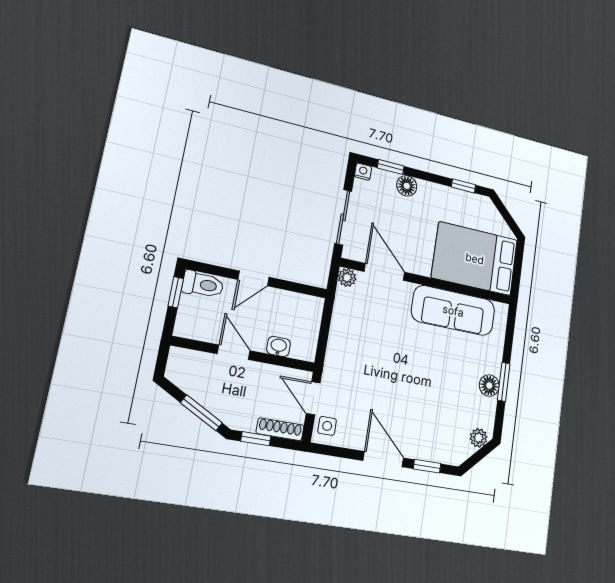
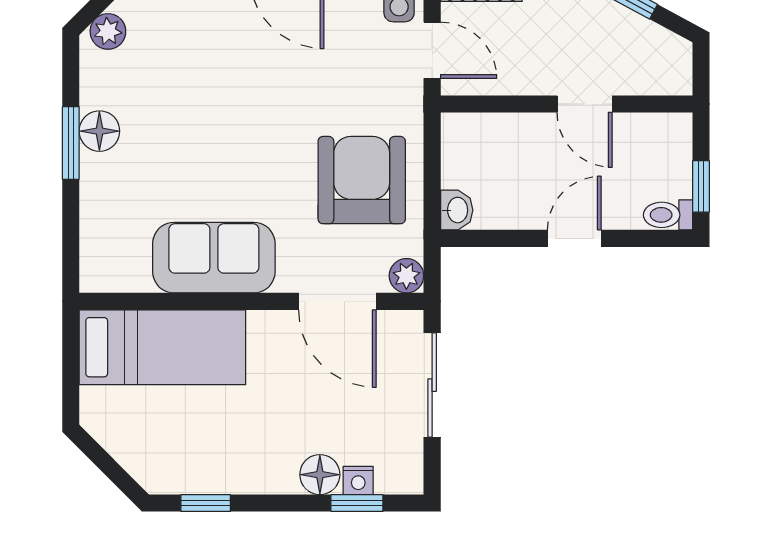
nightstand: (363, 172) -> (358, 480), moved
bed: (475, 259) -> (162, 347), width x0.67
toilet: (203, 284) -> (668, 215), width x0.73, depth x0.72
sofa: (453, 311) -> (214, 258), width x0.73
armchair: (362, 334) -> (362, 180), added
washbasin: (278, 346) -> (457, 210), moved, turned -90

